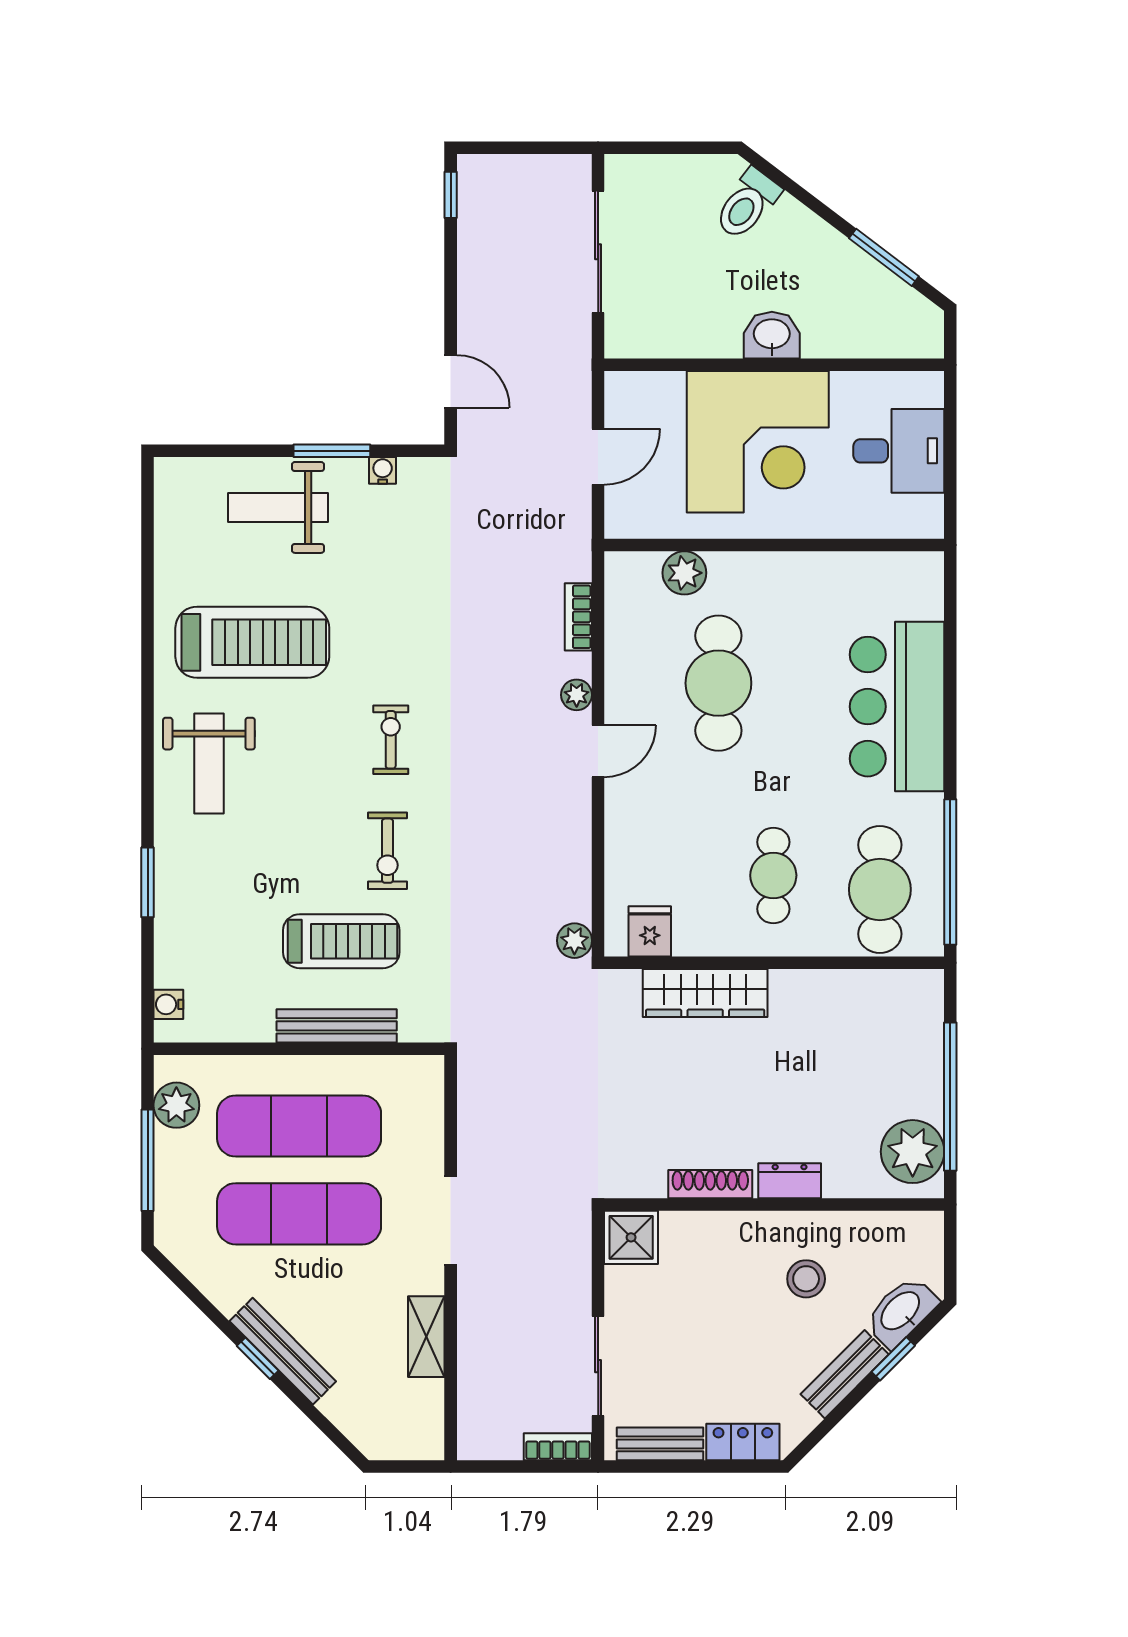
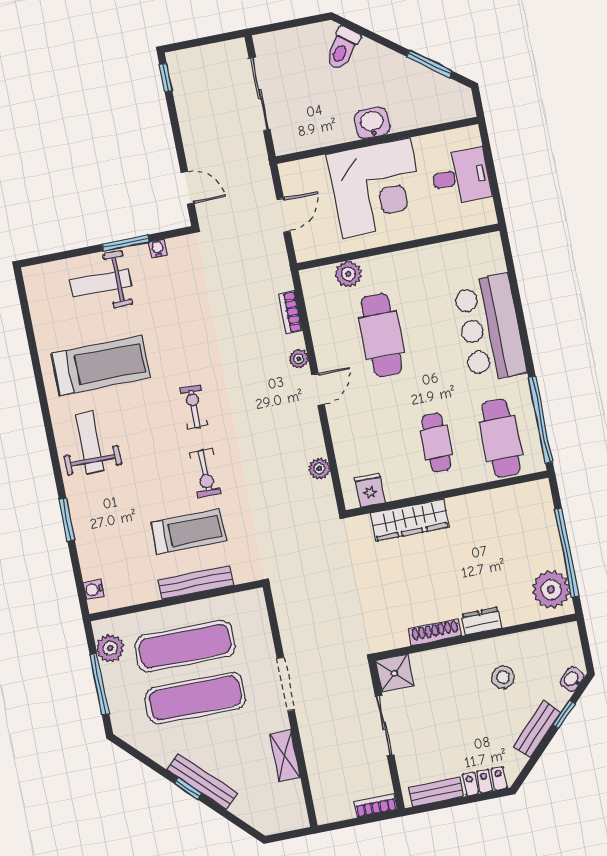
weight bench: (209, 764) -> (89, 442), turned 180
plant: (574, 941) -> (319, 468), moved
washbasin: (901, 1312) -> (572, 679), width x0.52, depth x0.69
sliding door: (598, 1366) -> (385, 726), moved

